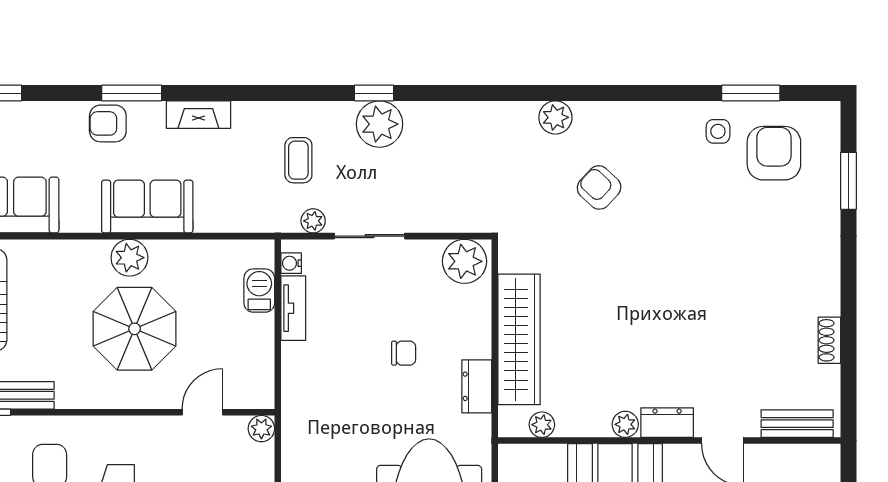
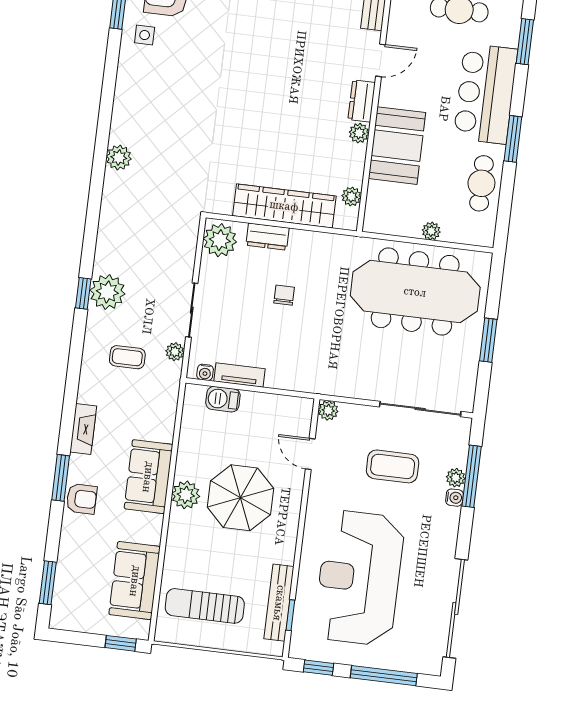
armchair: (108, 123) -> (82, 499), turned -90
armchair: (599, 187) -> (176, 131), removed
dresser: (477, 386) -> (268, 237), moved

